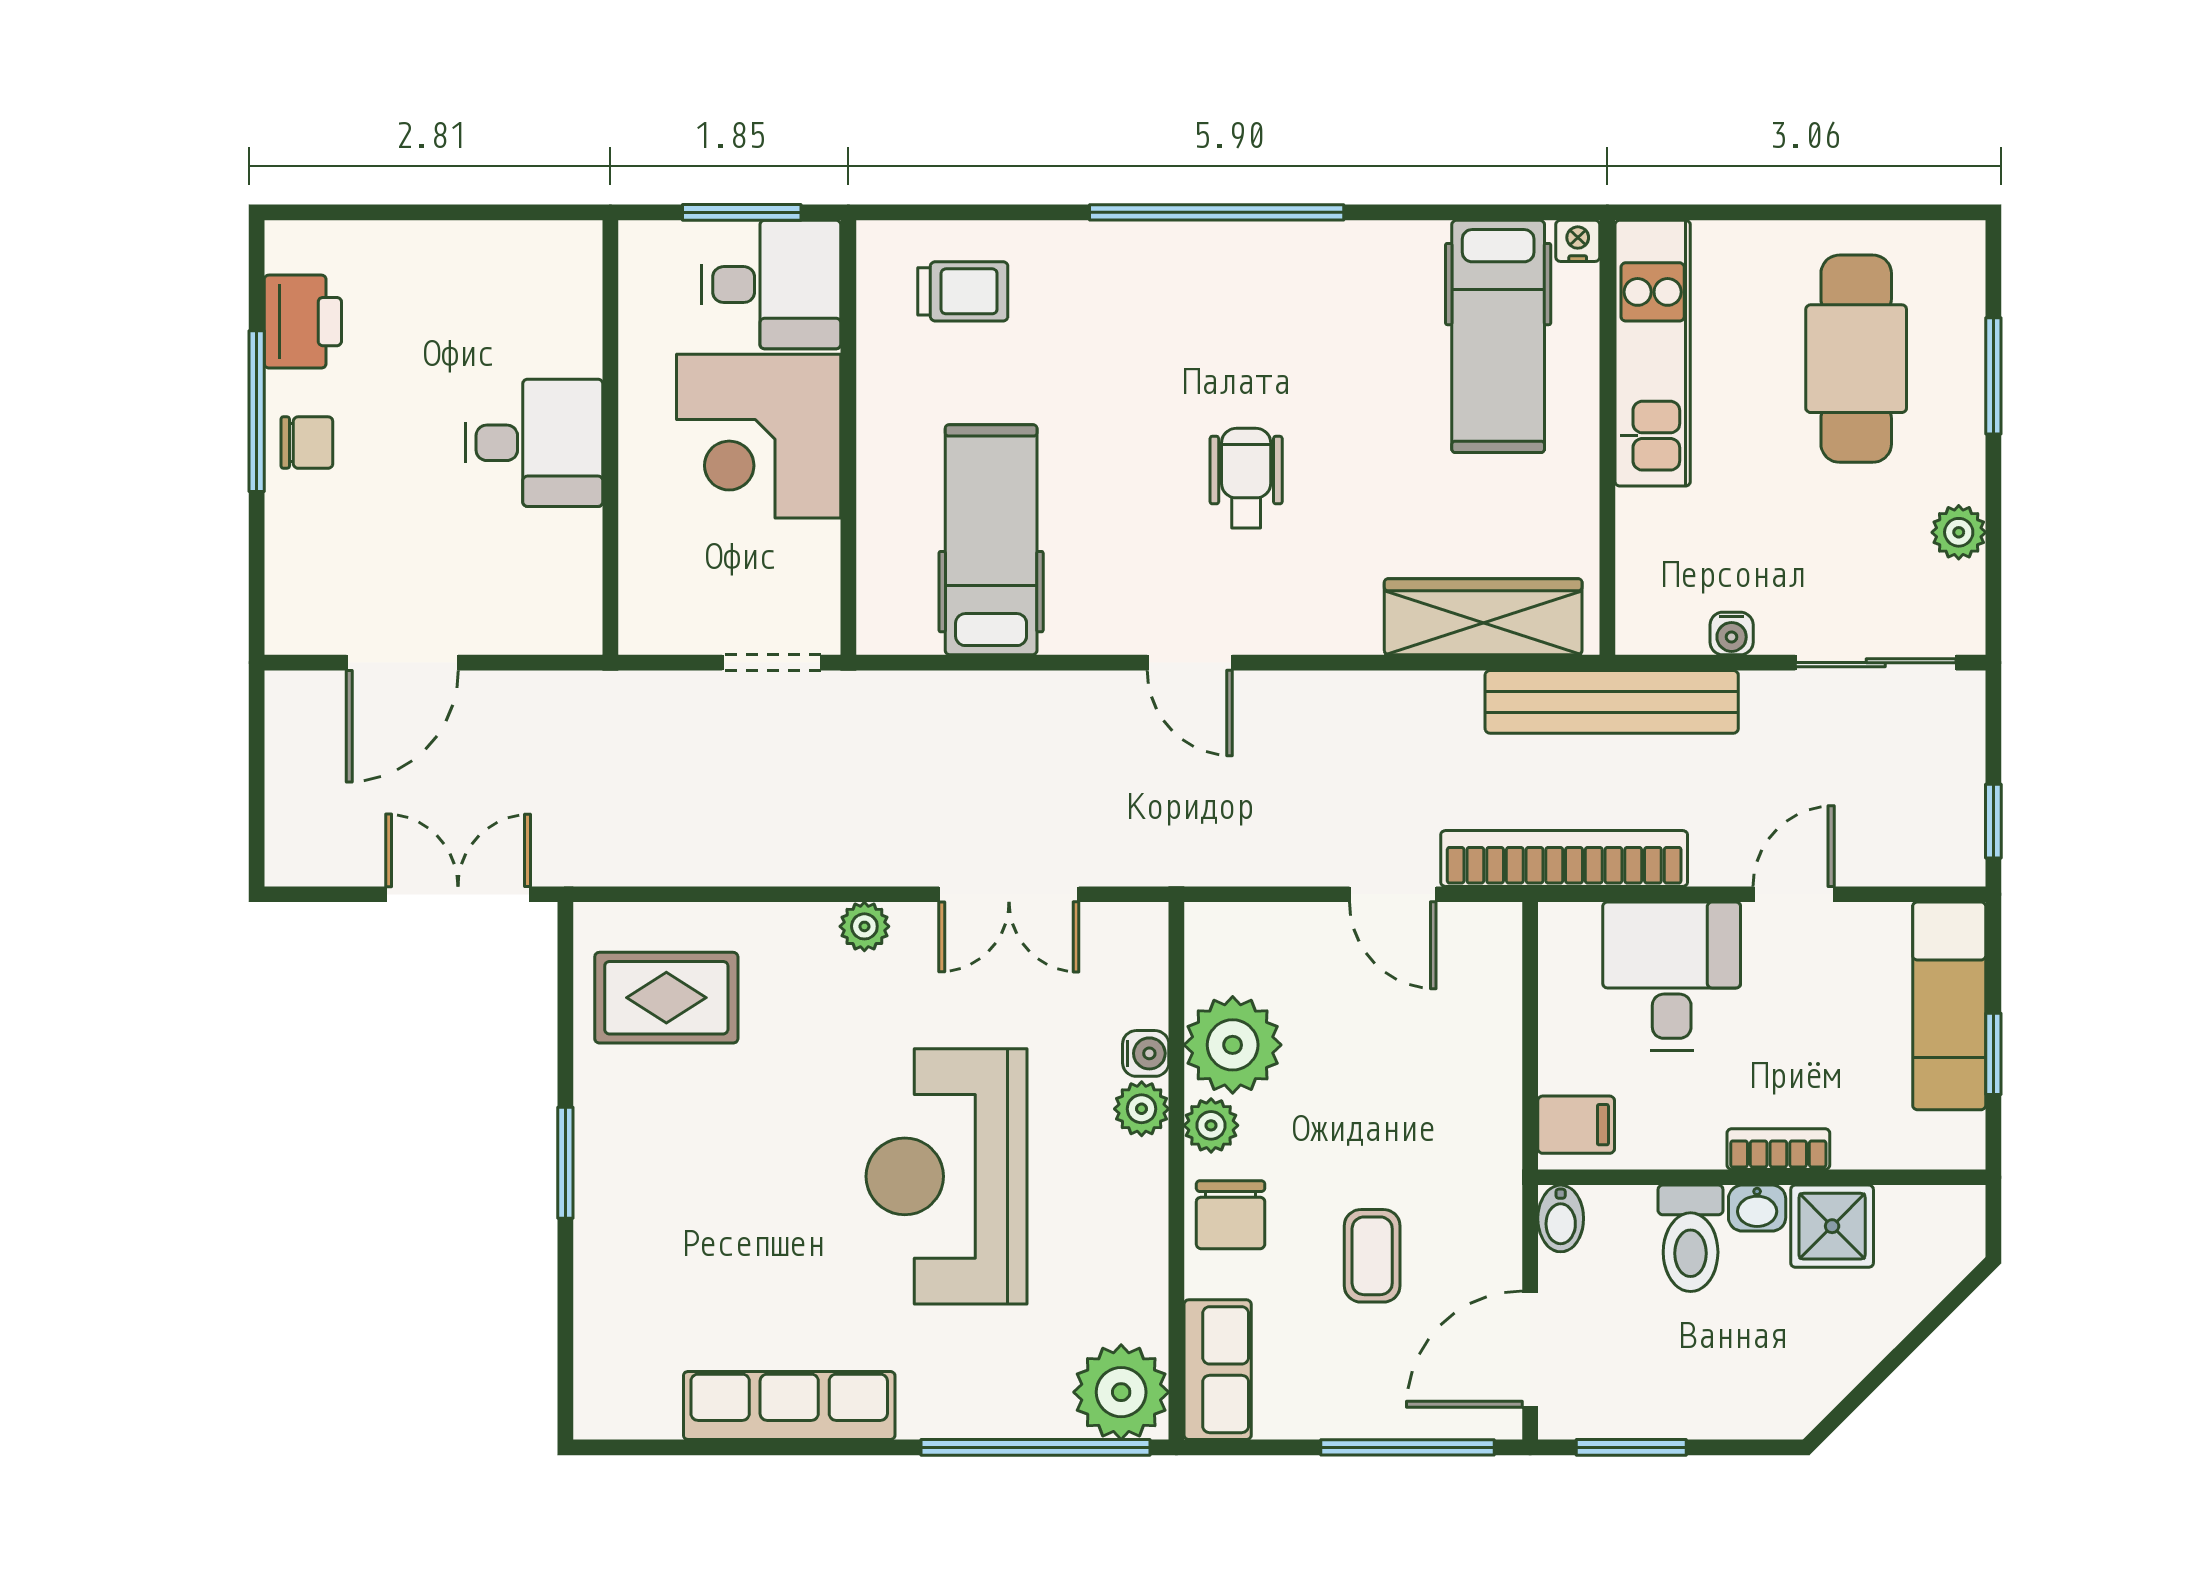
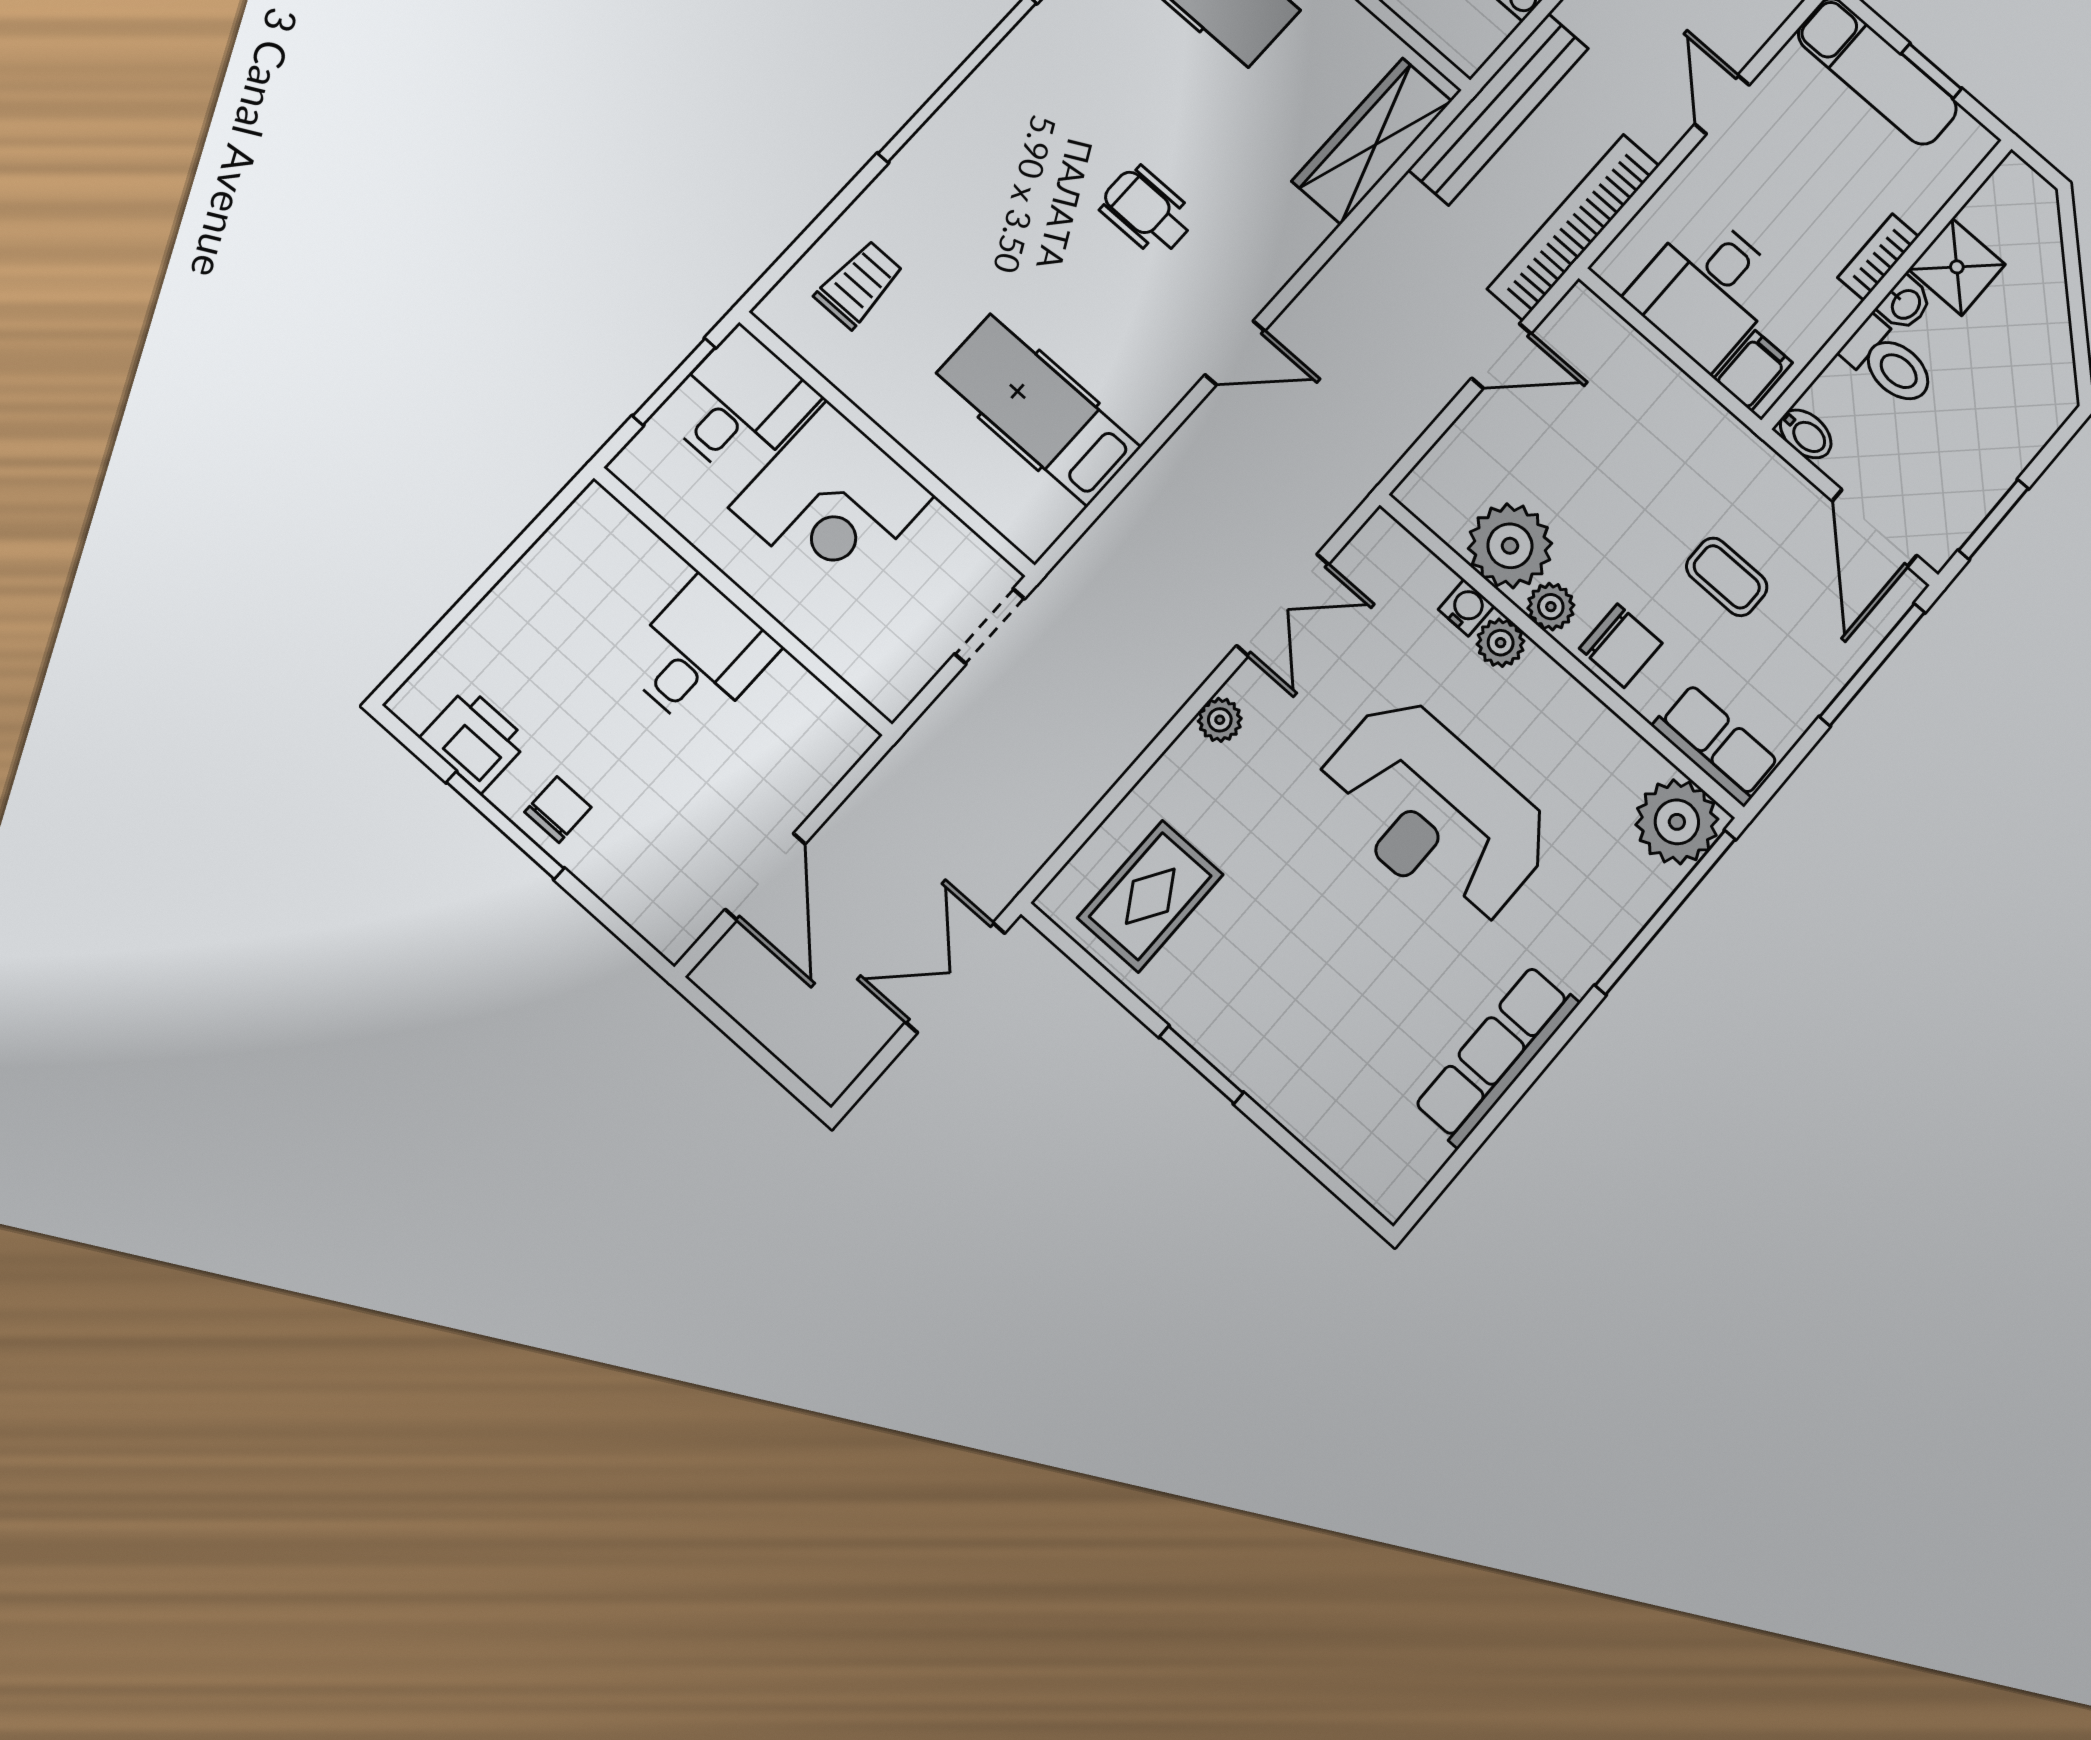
desk: (1672, 976) -> (1706, 290), moved, turned -90

